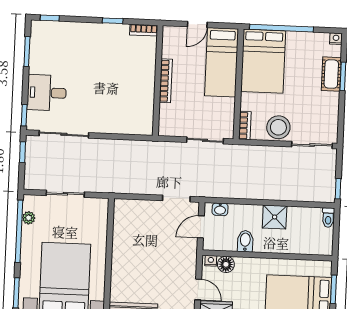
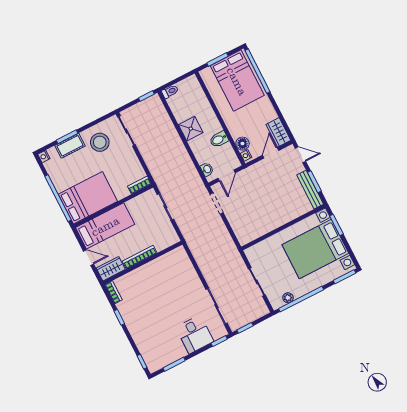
wardrobe: (171, 42) -> (111, 269), added
stool: (278, 127) -> (100, 142), moved
door: (201, 227) -> (227, 175), hinge flipped

